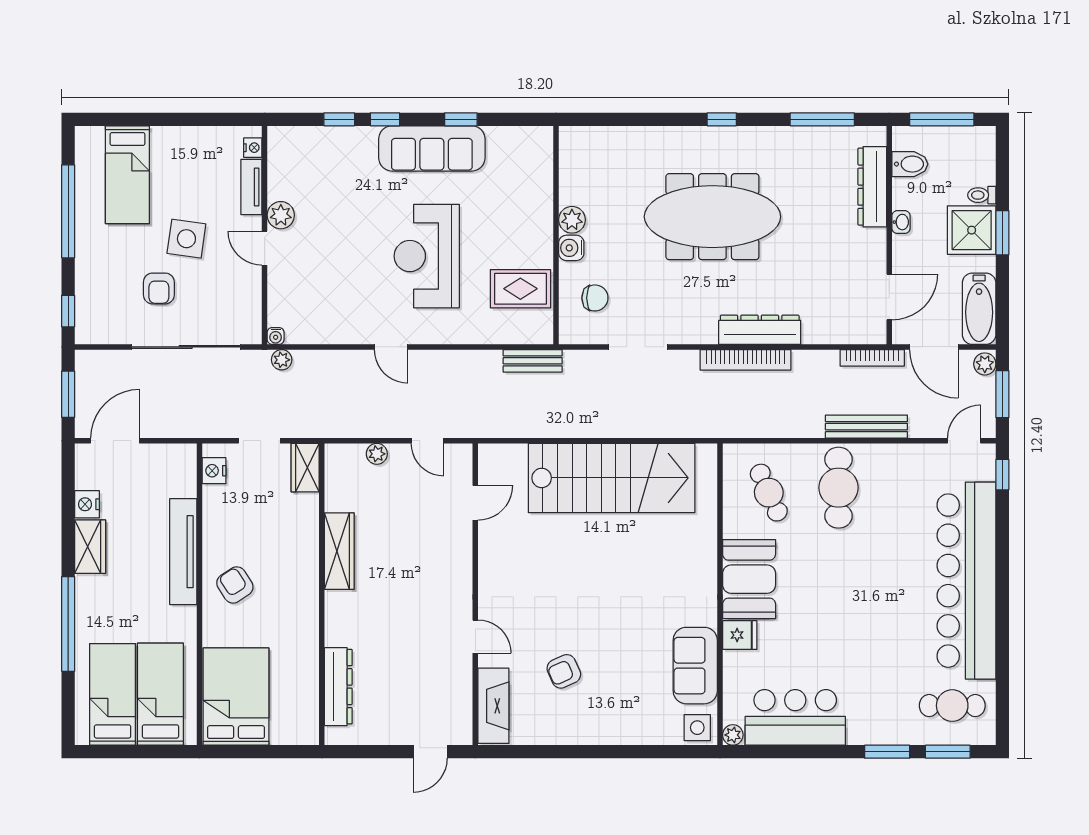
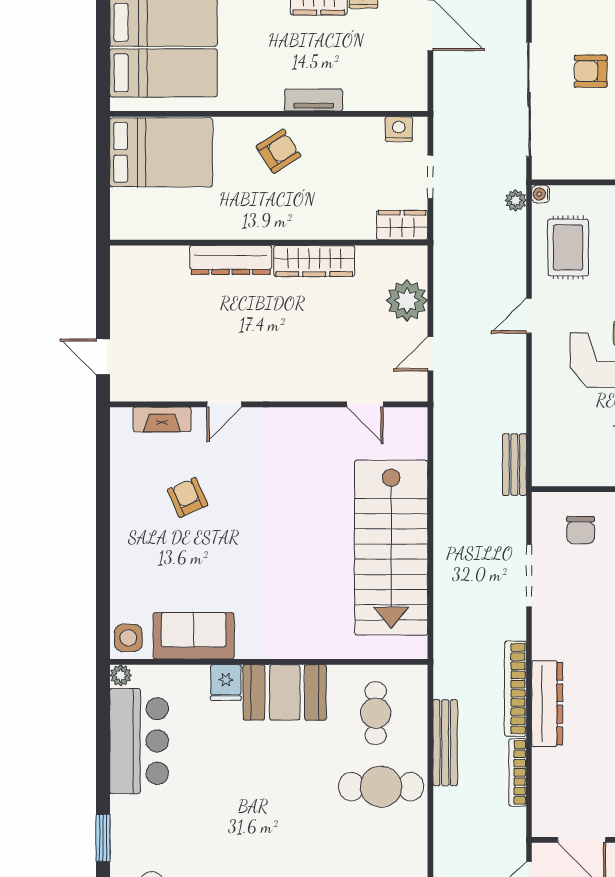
rug: (520, 289) -> (568, 247), moved
bookcase: (872, 358) -> (518, 772), moved
bench: (866, 427) -> (445, 743), moved
plant: (377, 454) -> (407, 301), width x1.87, depth x1.87
cafe table: (769, 493) -> (376, 713), turned -66
tv unit: (183, 552) -> (314, 100), width x0.52, depth x0.78
dresser: (338, 687) -> (231, 260), moved
fireplace: (493, 706) -> (162, 419), width x0.73, depth x0.76

